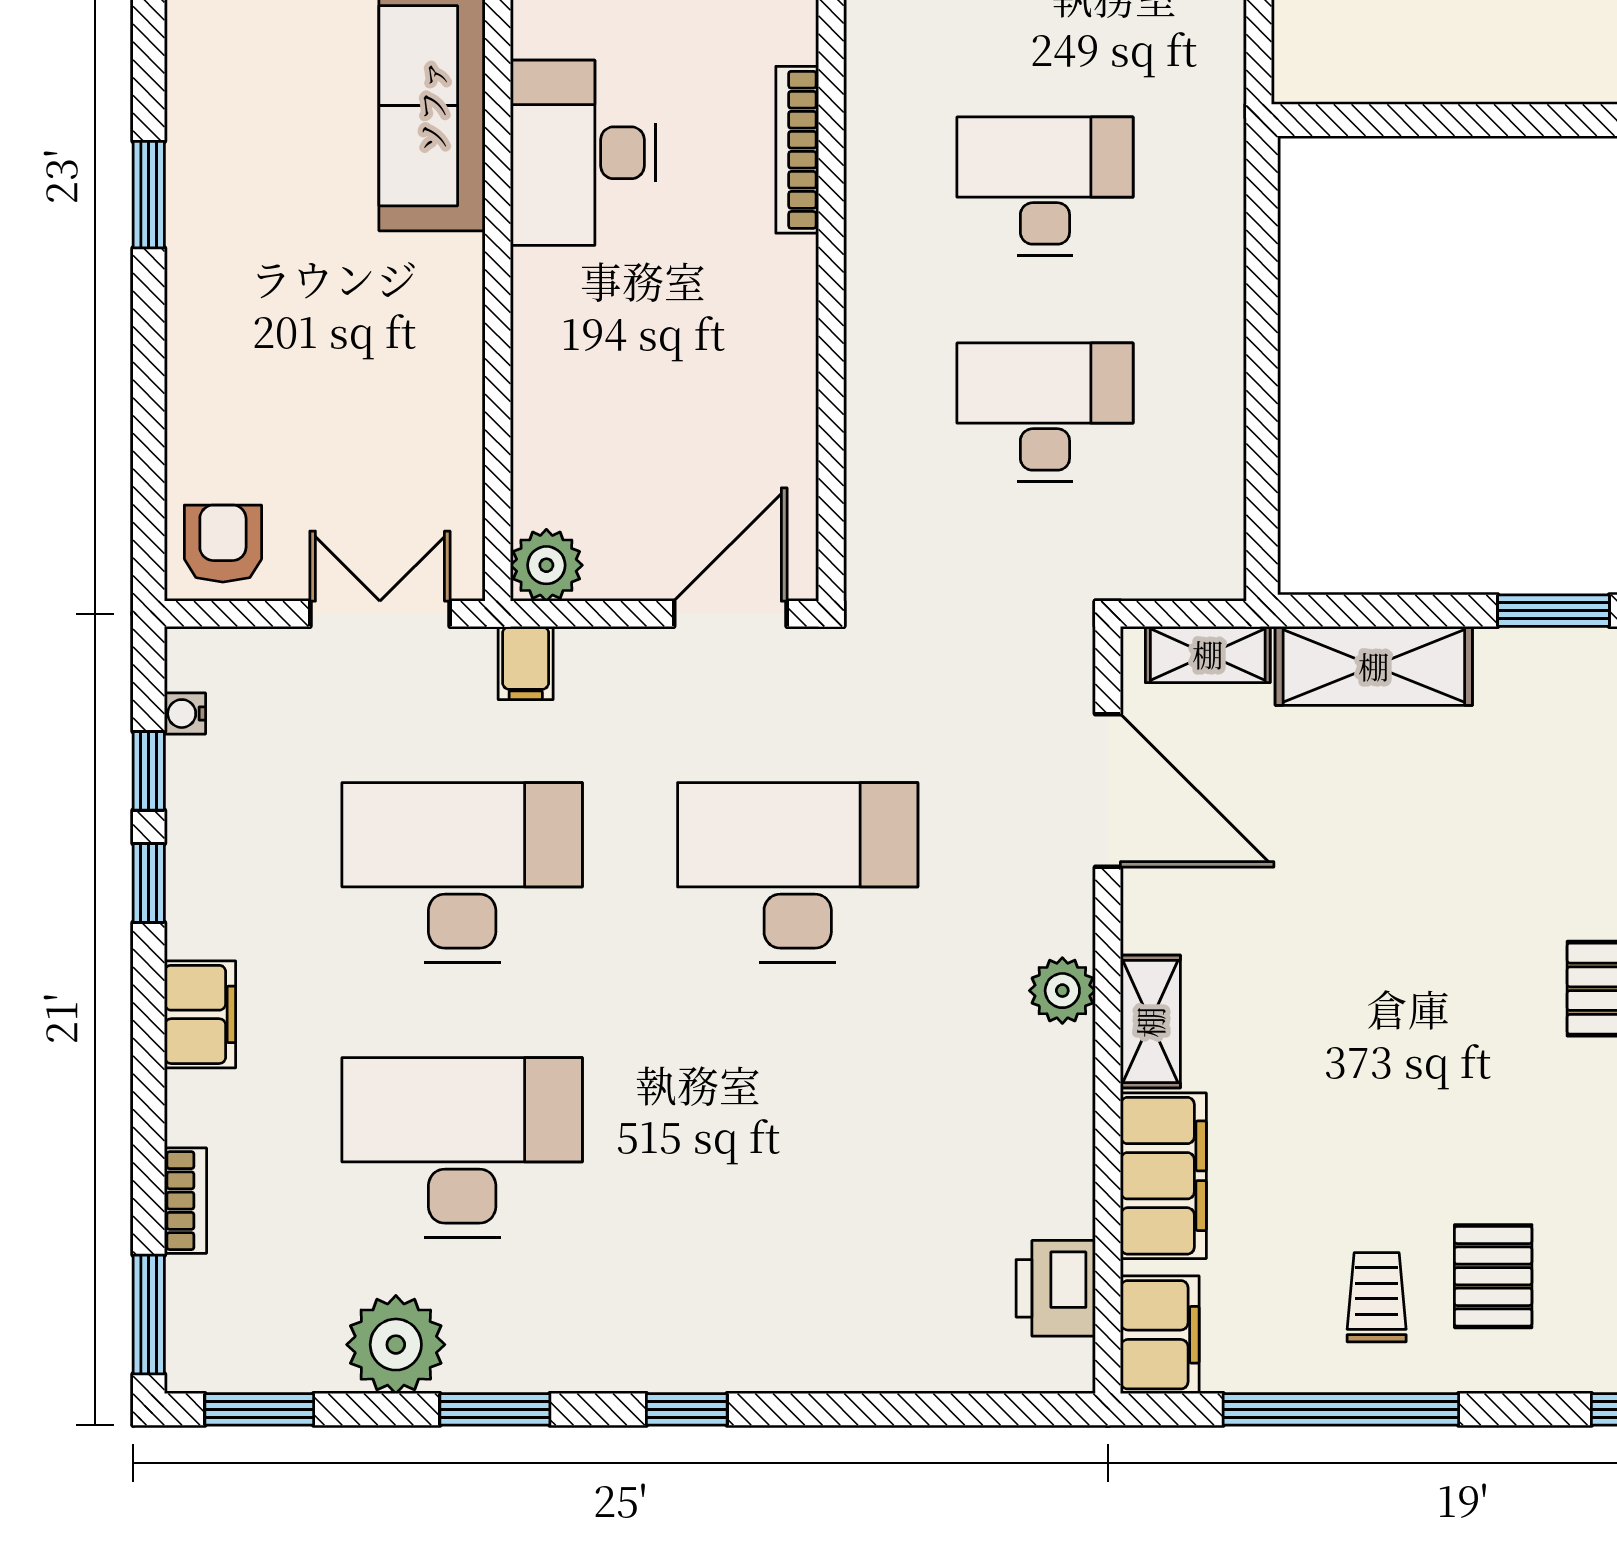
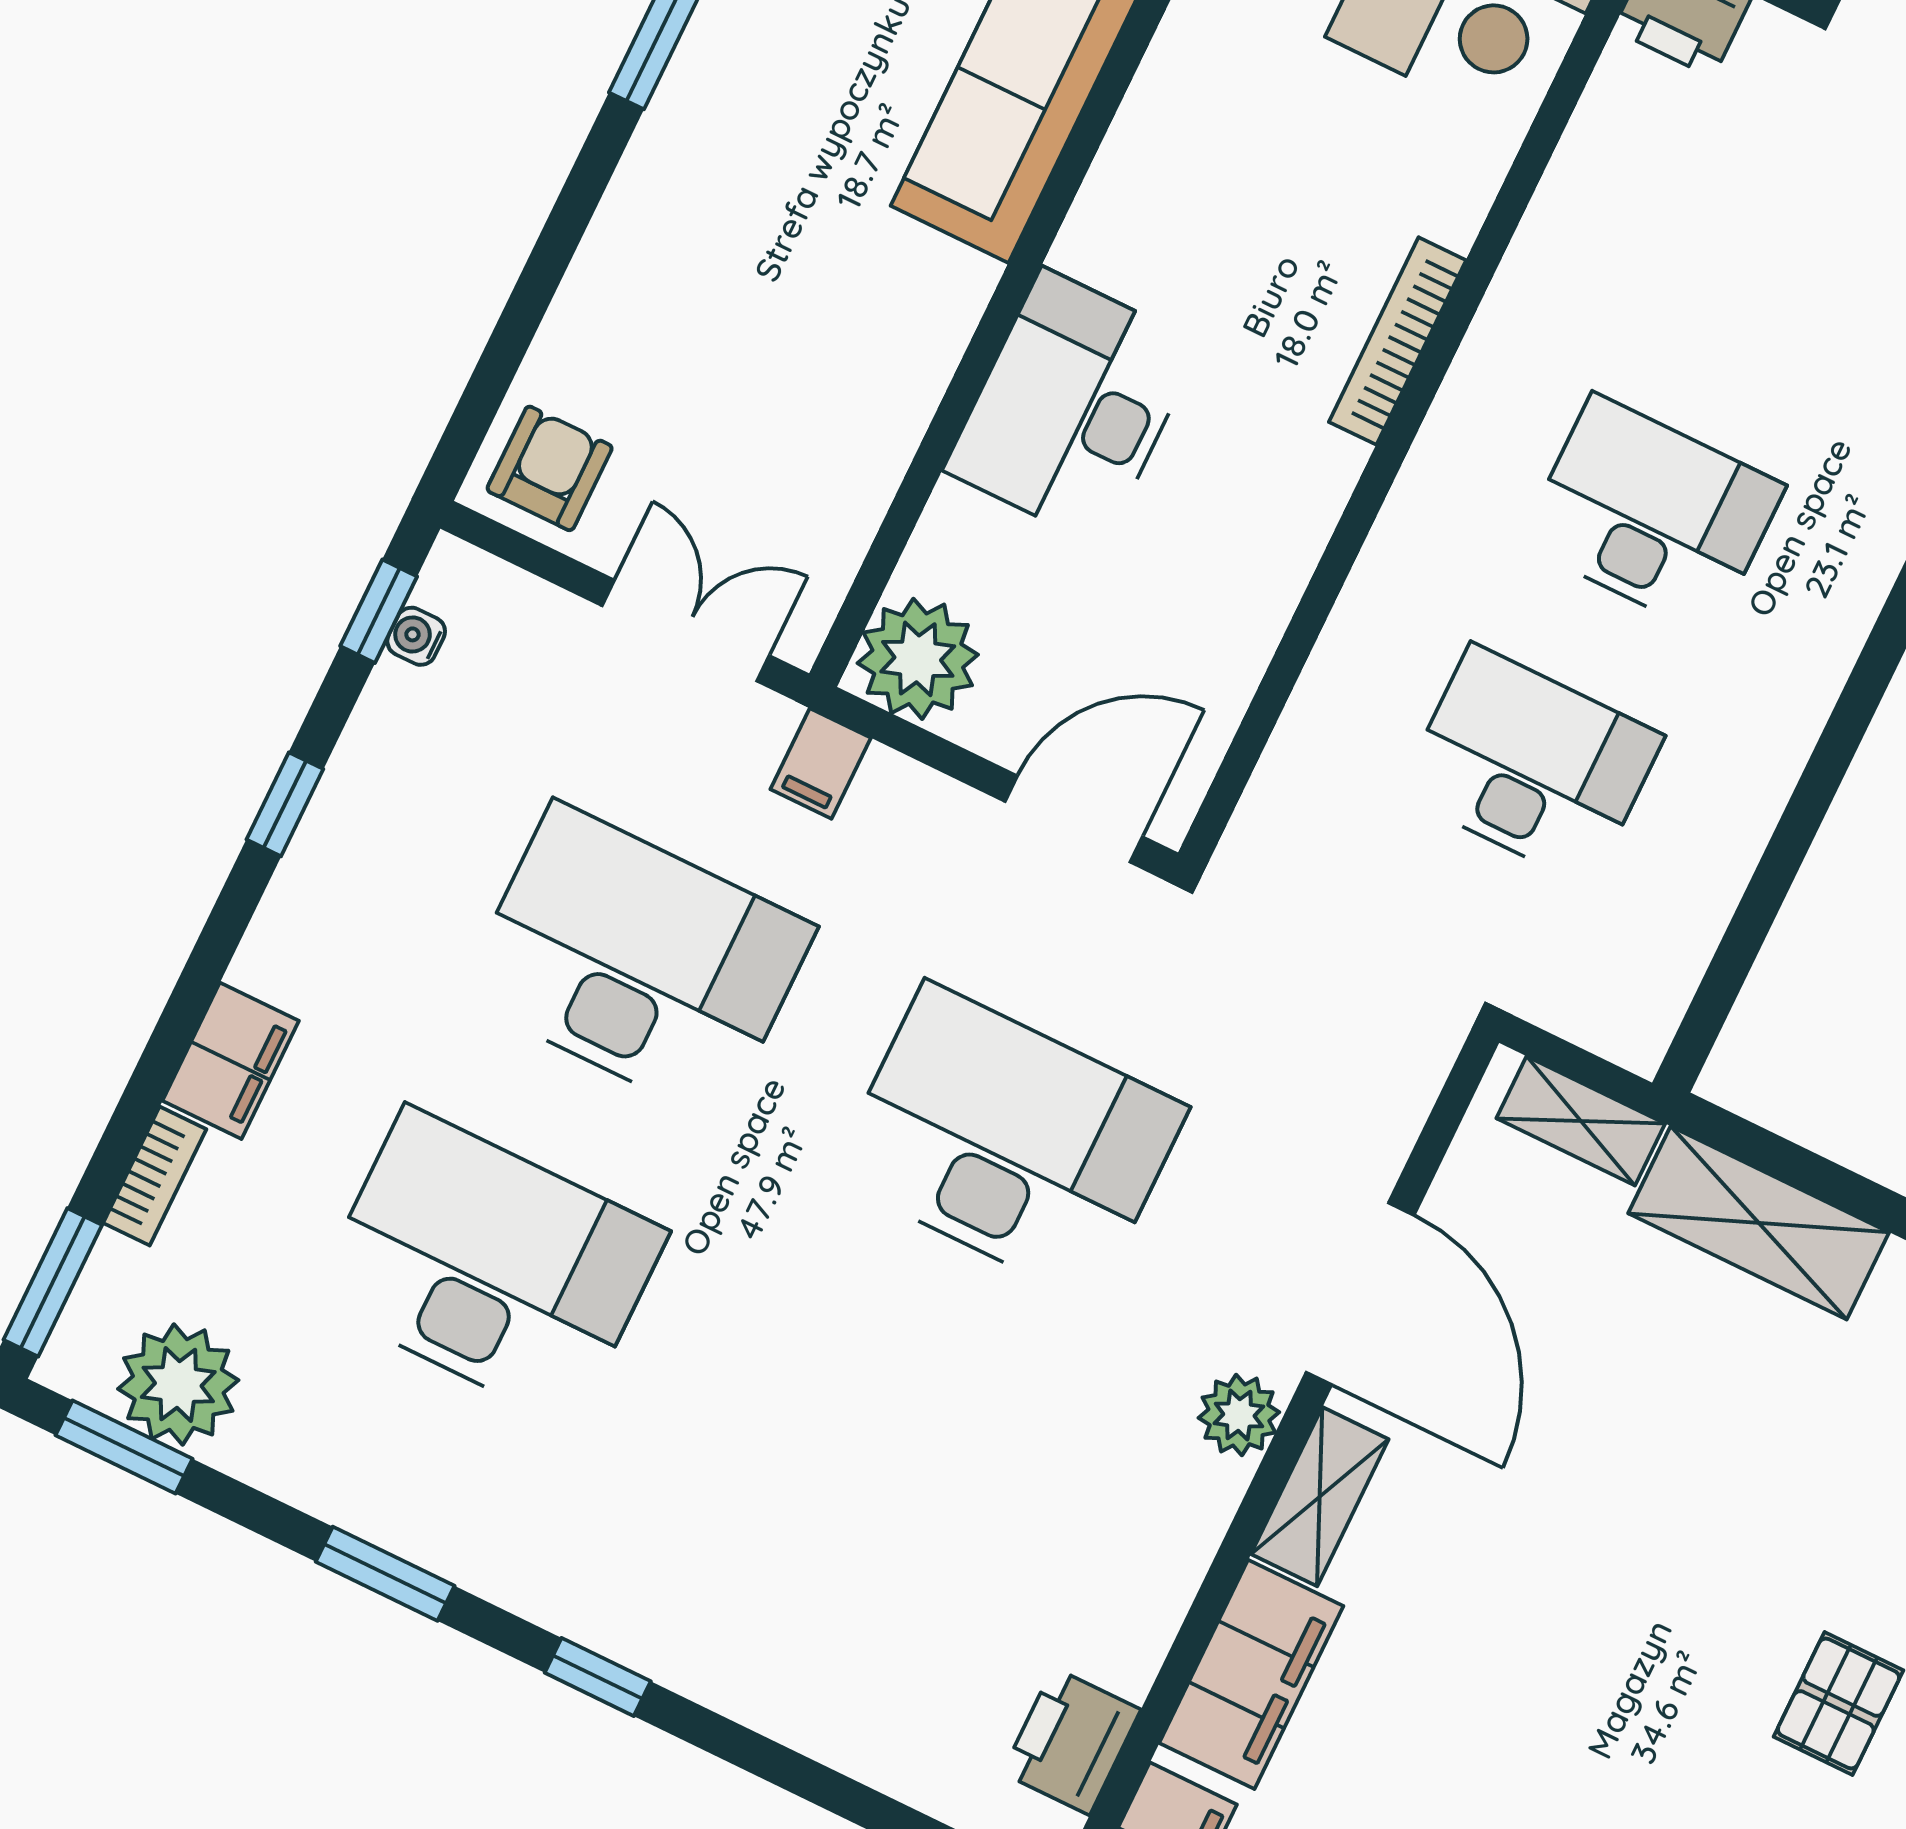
desk: (583, 153) -> (1072, 407), moved
plant: (546, 565) -> (918, 659), width x1.36, depth x1.36
window: (149, 771) -> (379, 611), moved
door: (1108, 791) -> (1360, 1294), moved
filing cabinet: (200, 1014) -> (231, 1061), moved
plant: (396, 1345) -> (178, 1384), moved

